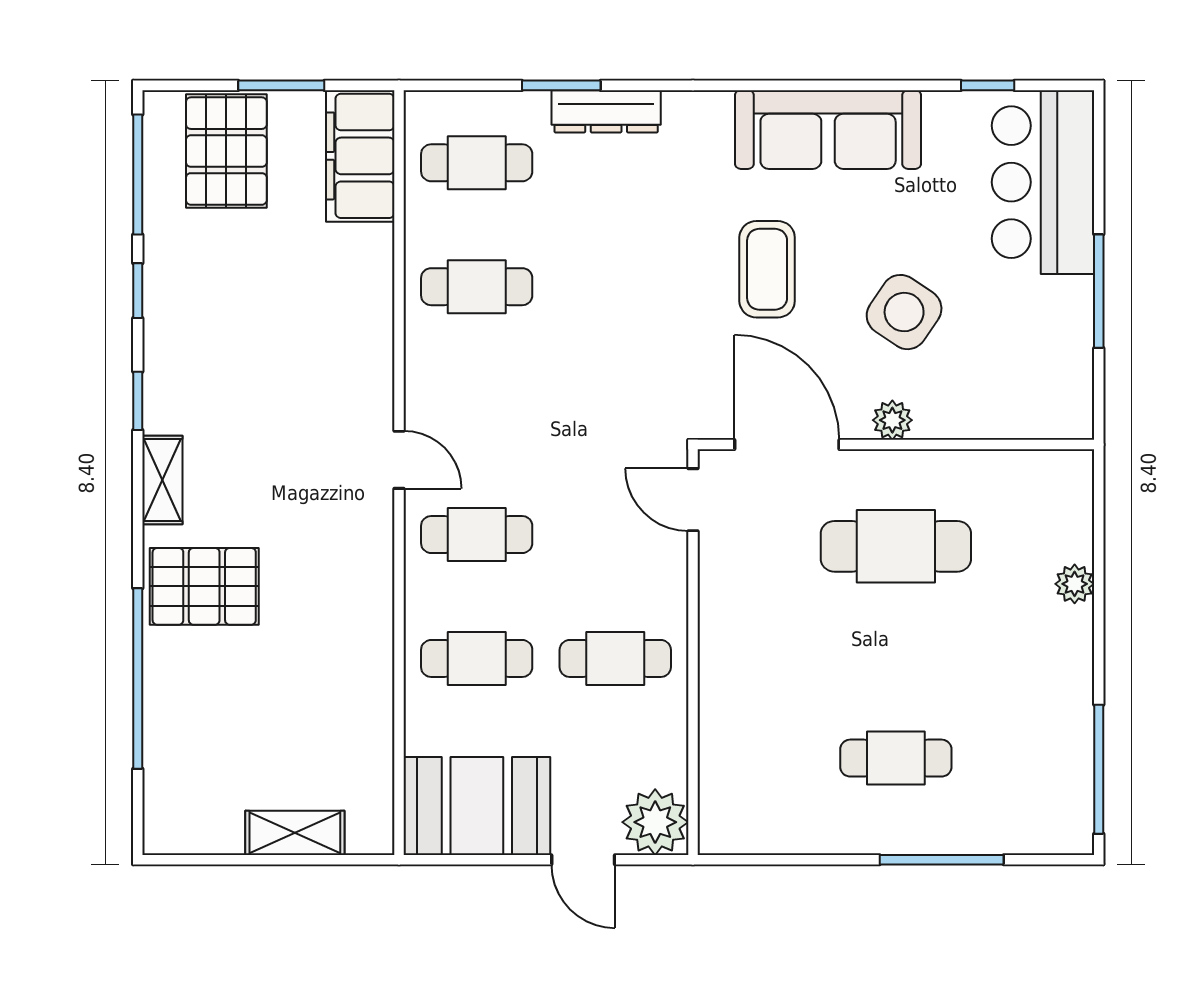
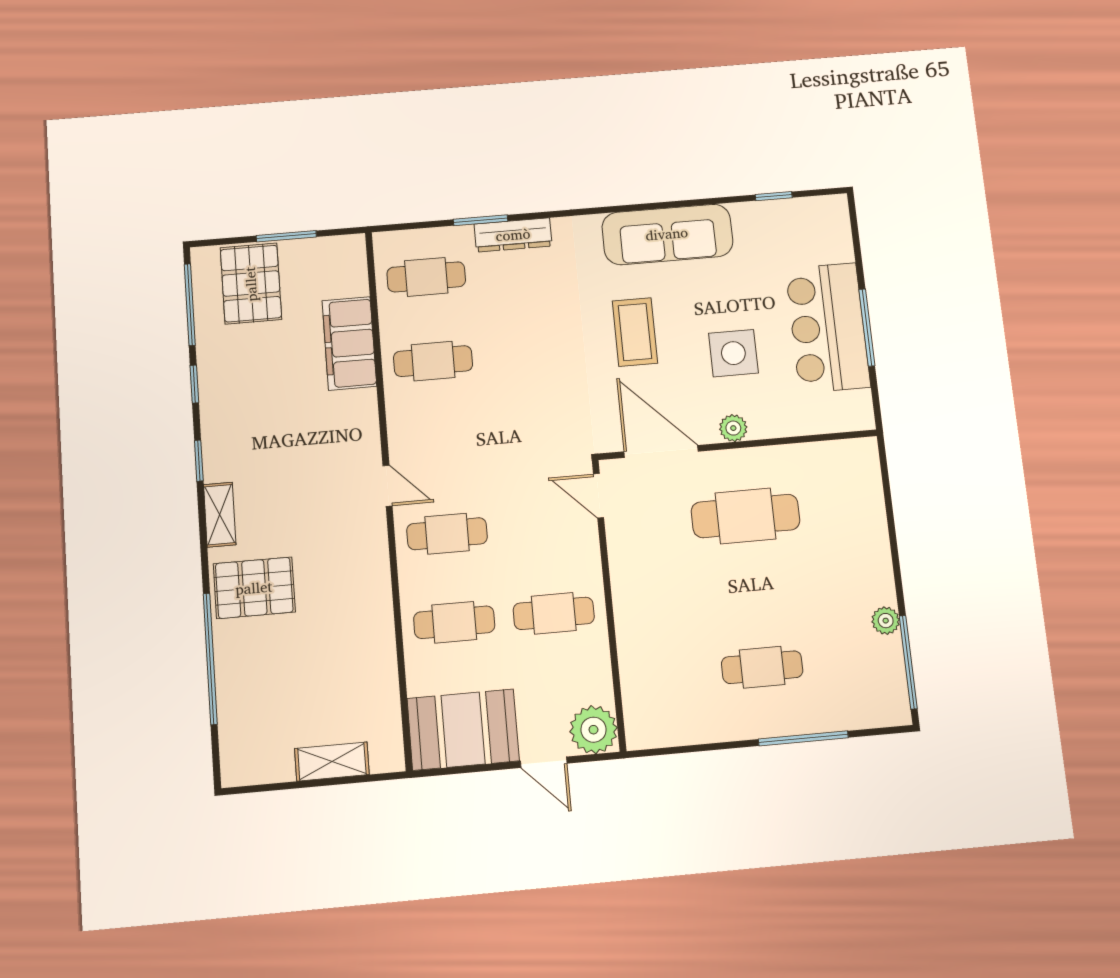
filing cabinet: (360, 156) -> (349, 343), moved
bar counter: (1043, 182) -> (828, 328), moved
side table: (904, 312) -> (733, 353), turned -34
plant: (1075, 584) -> (886, 621), moved

